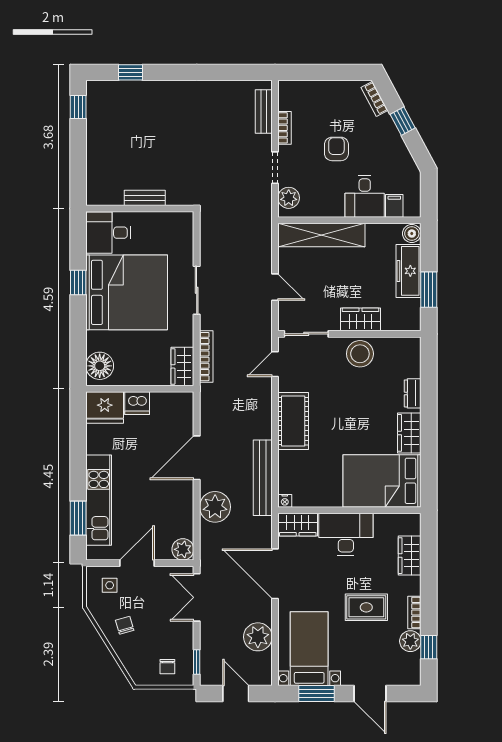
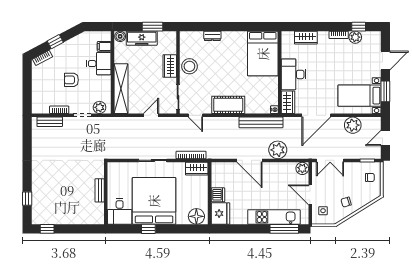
wardrobe: (409, 433) -> (235, 38), removed
window: (78, 518) -> (284, 229), width x1.44
rug: (366, 607) -> (336, 63), removed

